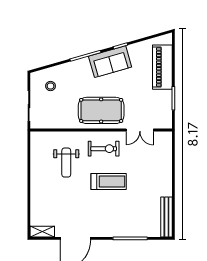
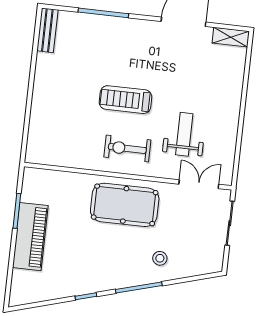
sofa: (110, 62) -> (104, 275), removed
piano: (162, 67) -> (30, 237), moved
stool: (51, 86) -> (160, 258), moved
double door: (140, 130) -> (199, 184), moved
bench: (166, 217) -> (47, 30), width x0.73

